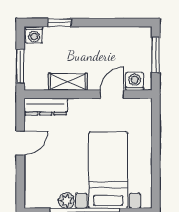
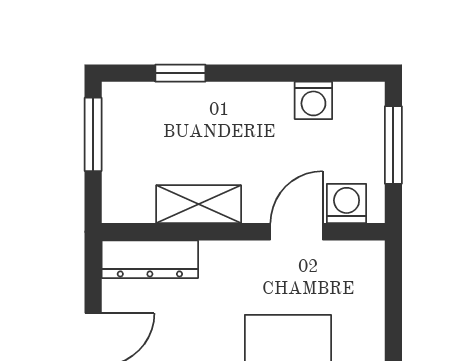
washing machine: (34, 35) -> (313, 100), moved
window: (20, 66) -> (93, 134), moved

